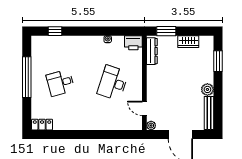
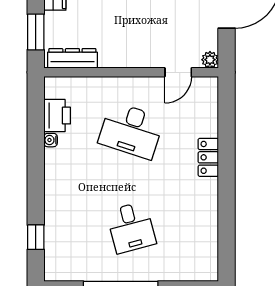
printer: (133, 43) -> (57, 116), moved
locker: (42, 125) -> (208, 157), moved

